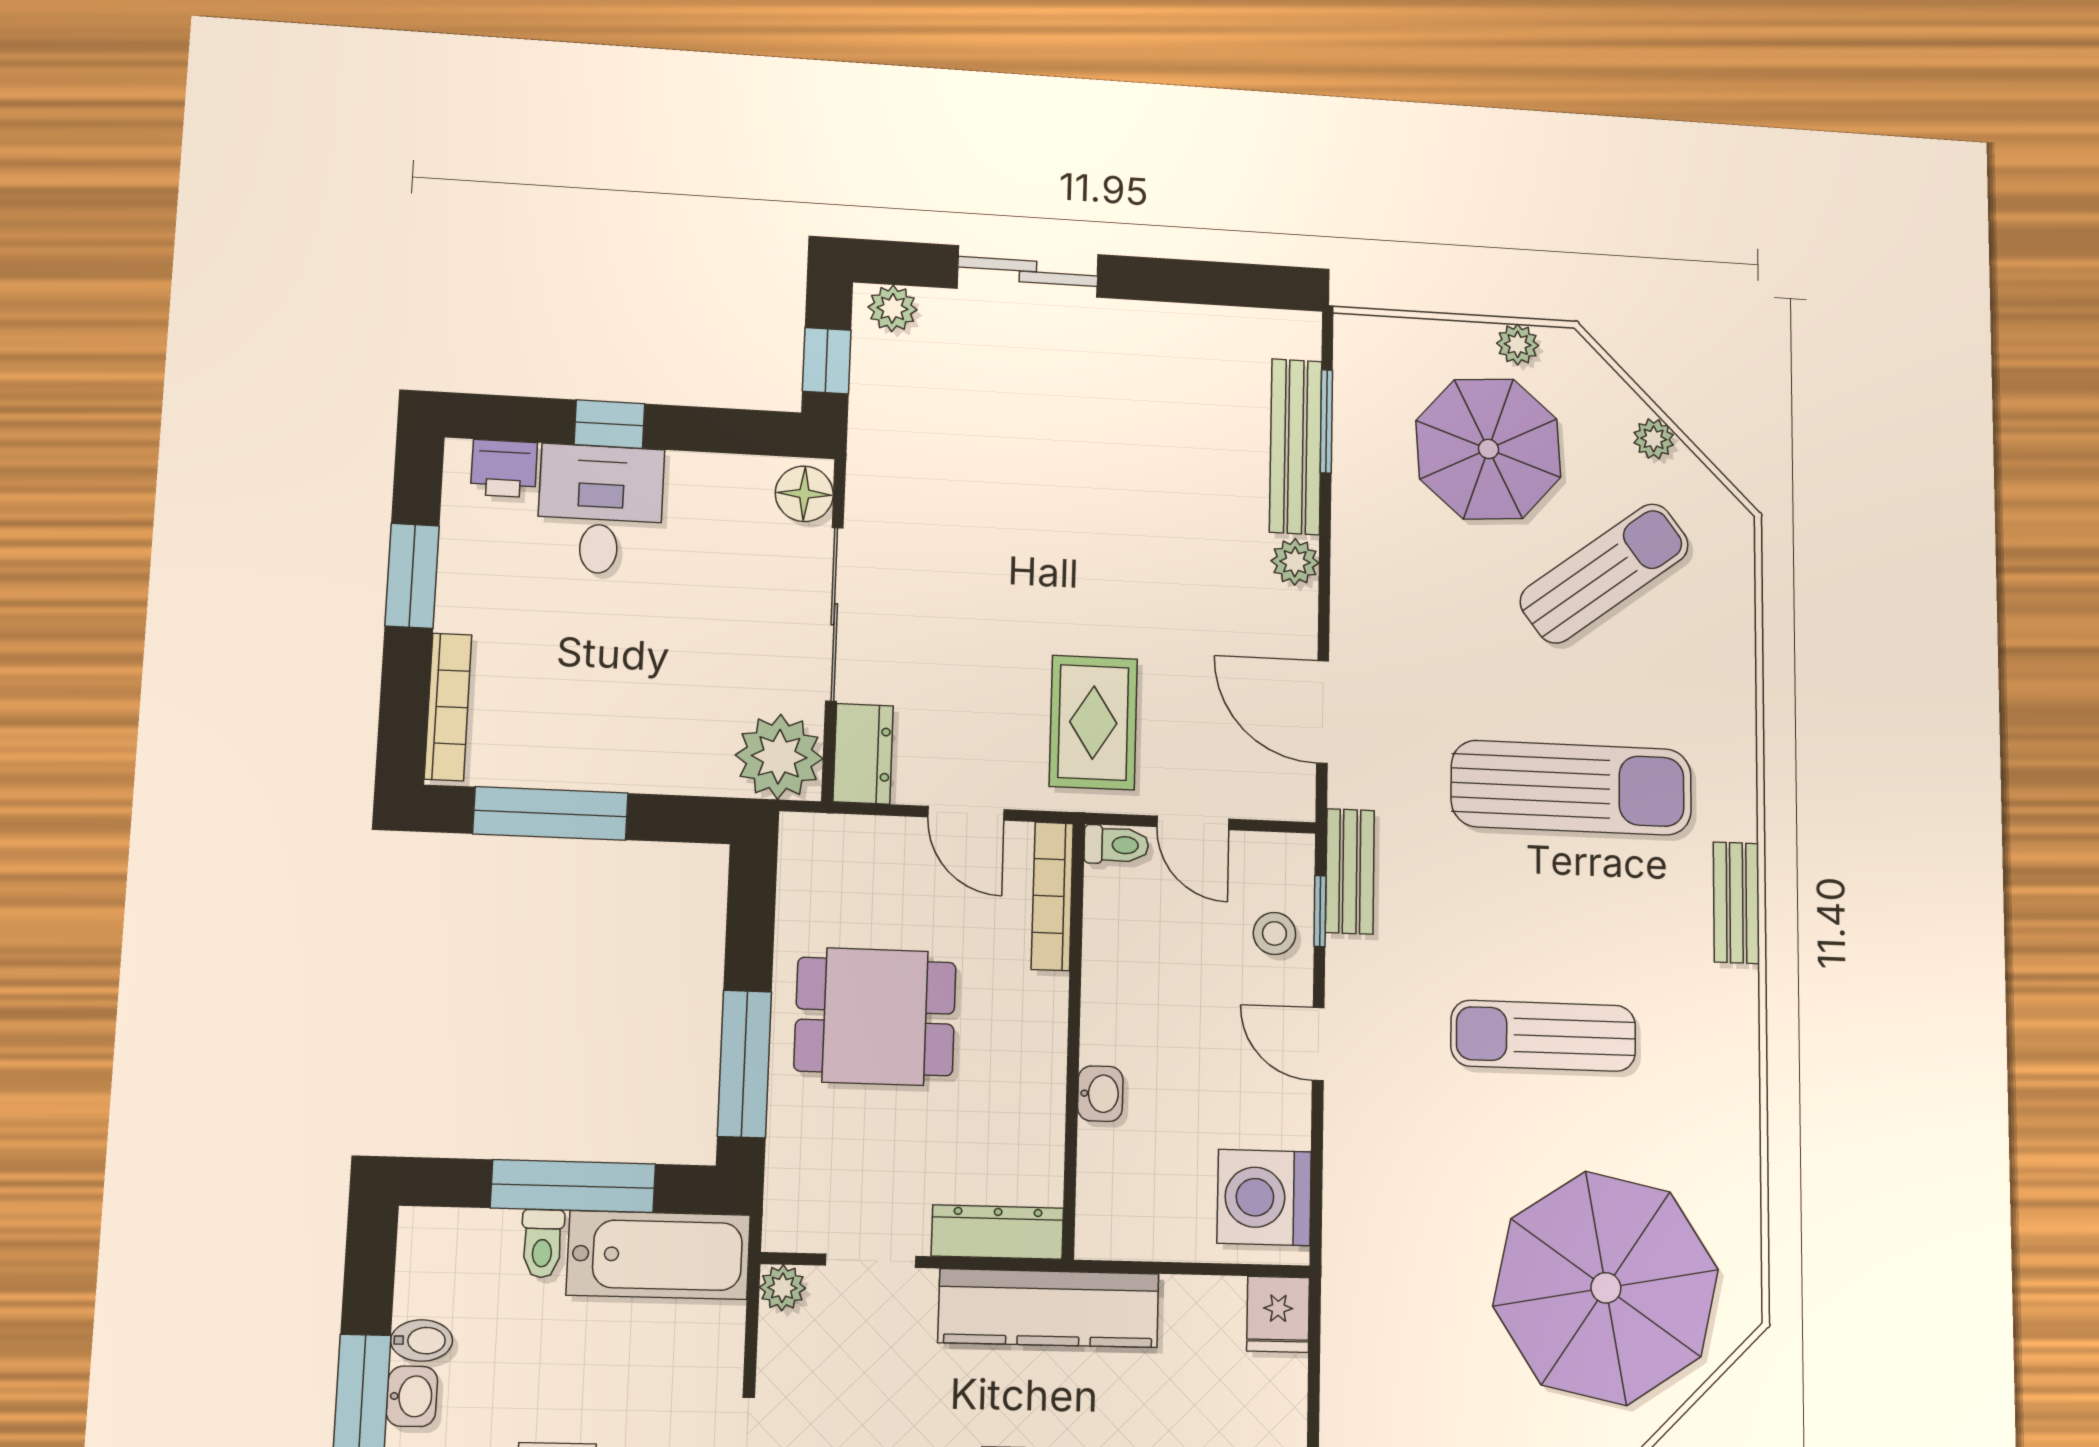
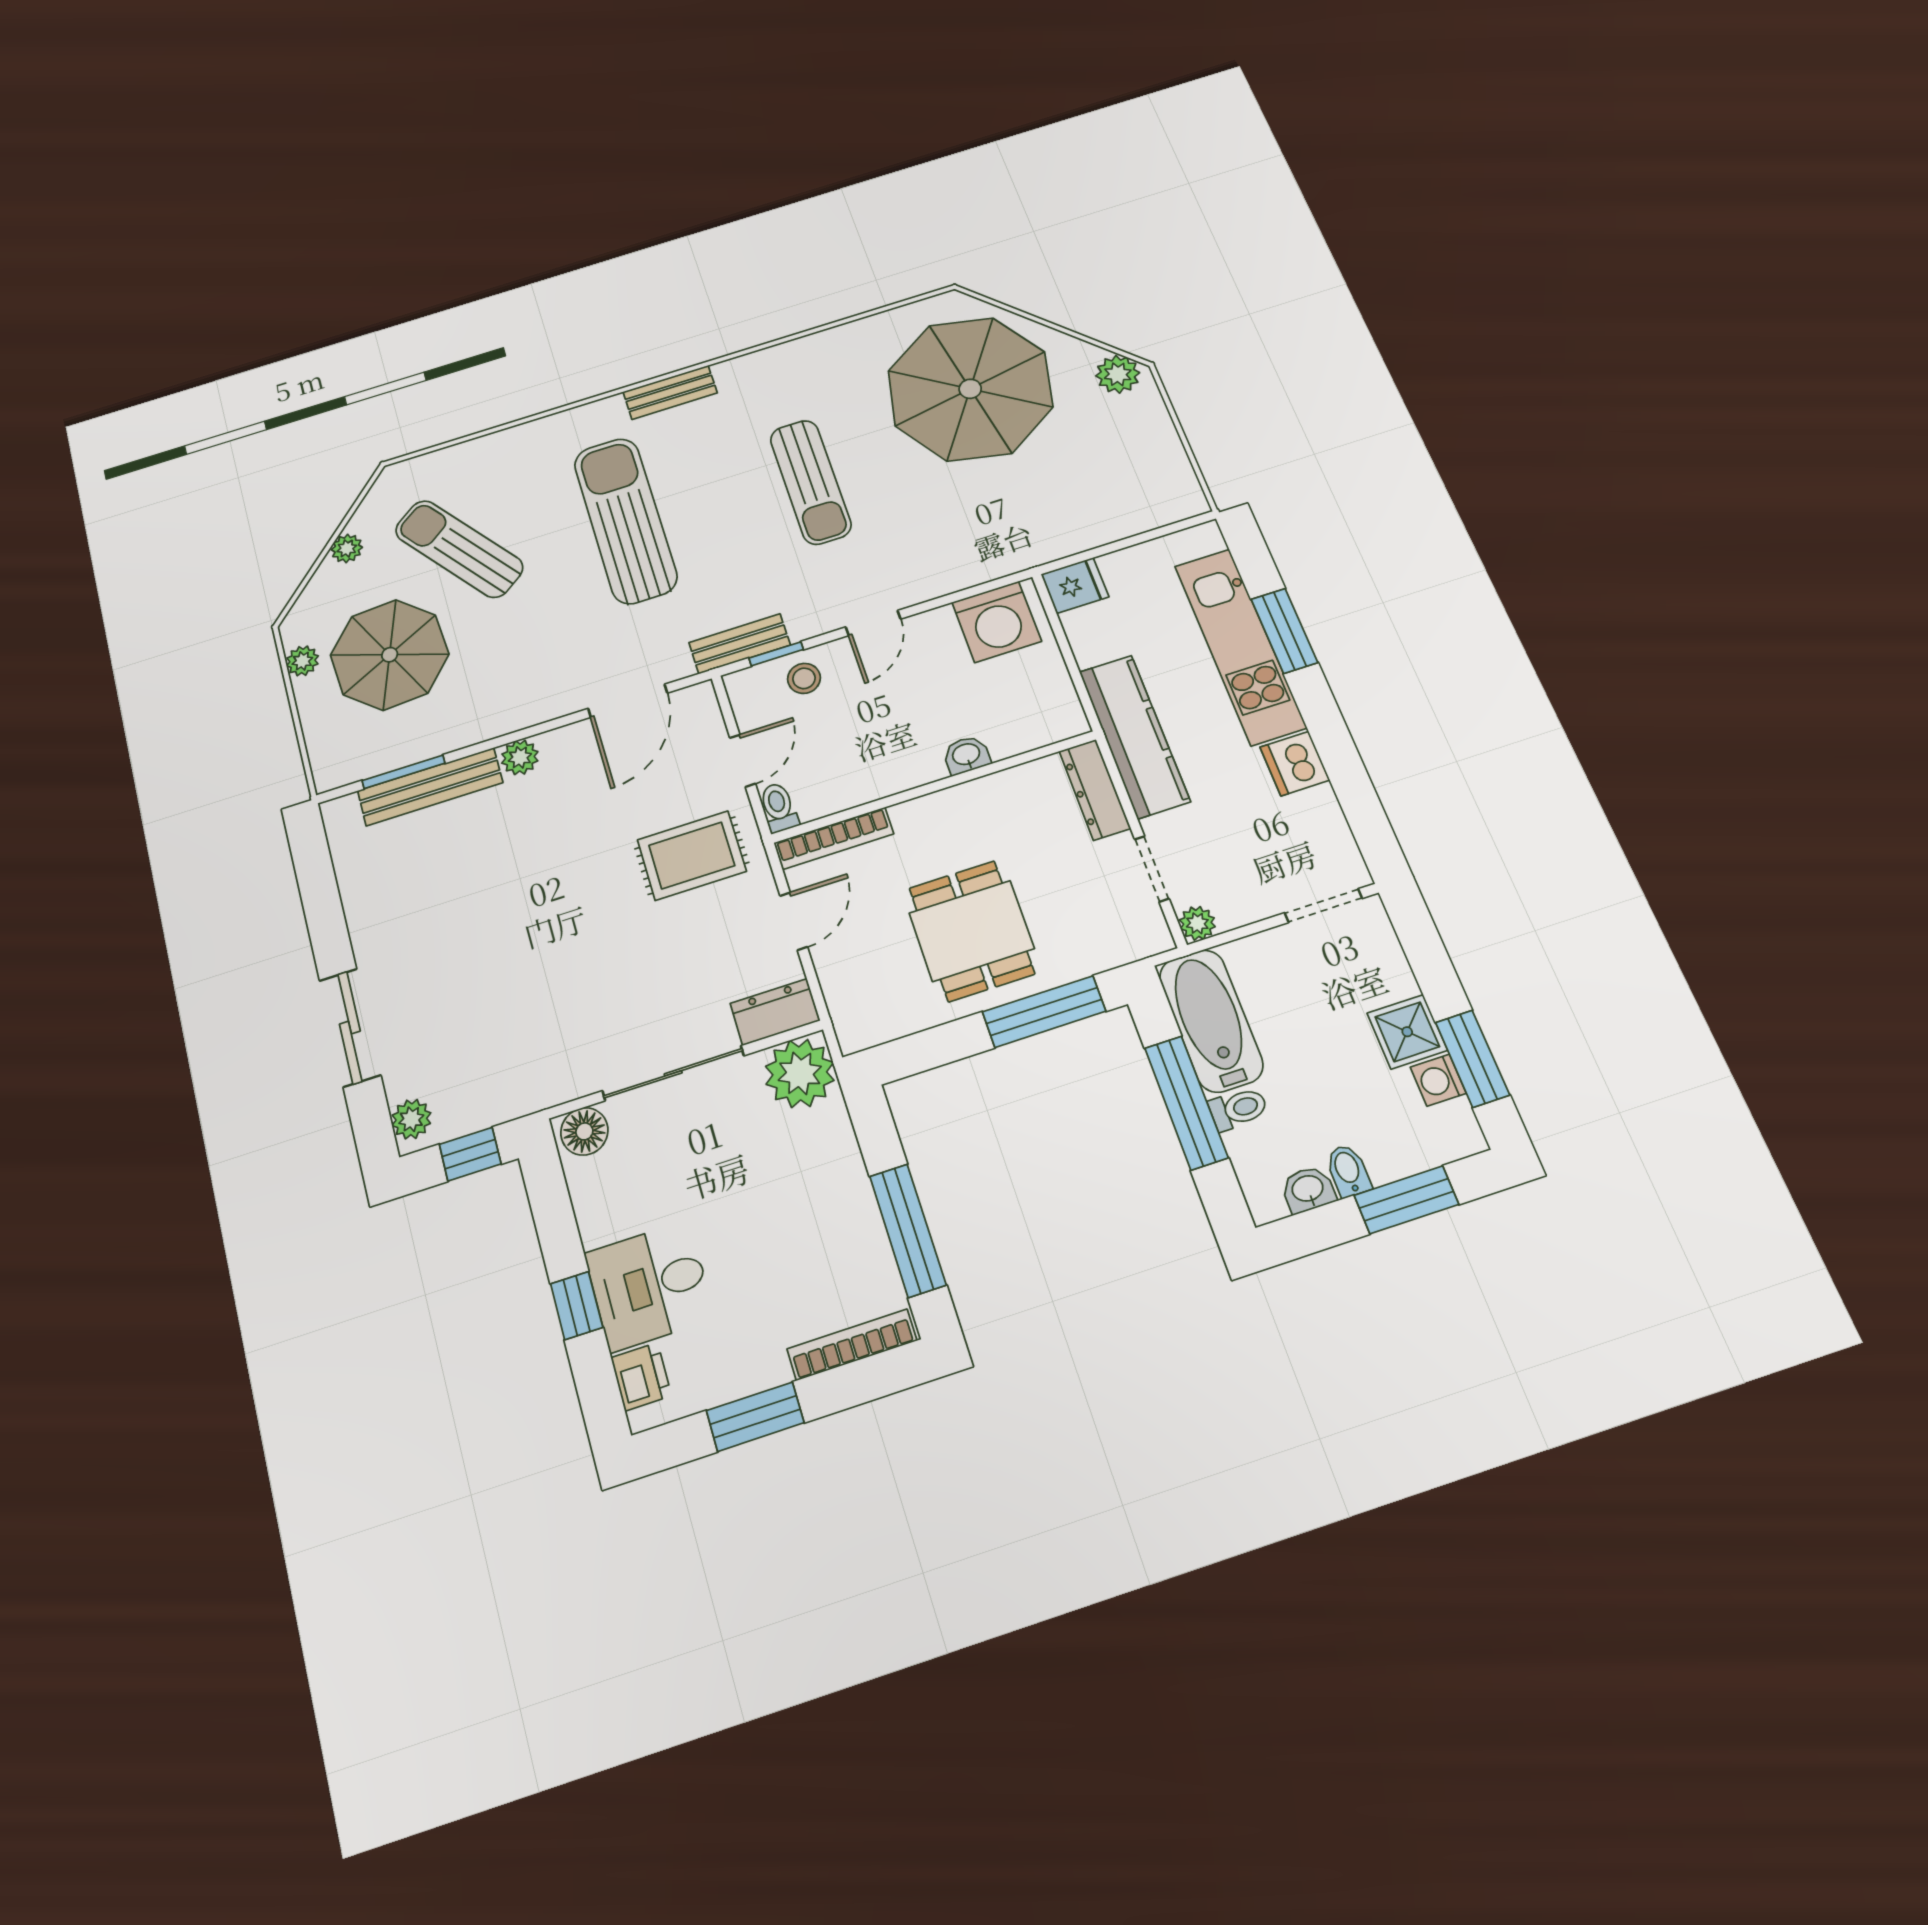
washbasin: (412, 1396) -> (1308, 1189), moved

